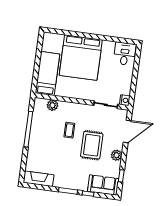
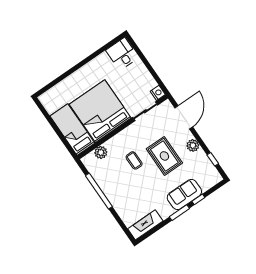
bed: (81, 57) -> (100, 111), moved, turned 180
sofa: (103, 185) -> (184, 194), moved

